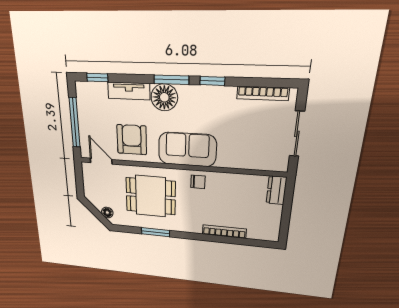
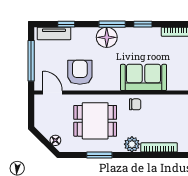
window: (97, 77) -> (66, 24), moved
tv unit: (129, 91) -> (54, 33), moved
sofa: (187, 149) -> (144, 77), moved
plant: (193, 225) -> (132, 144), added

